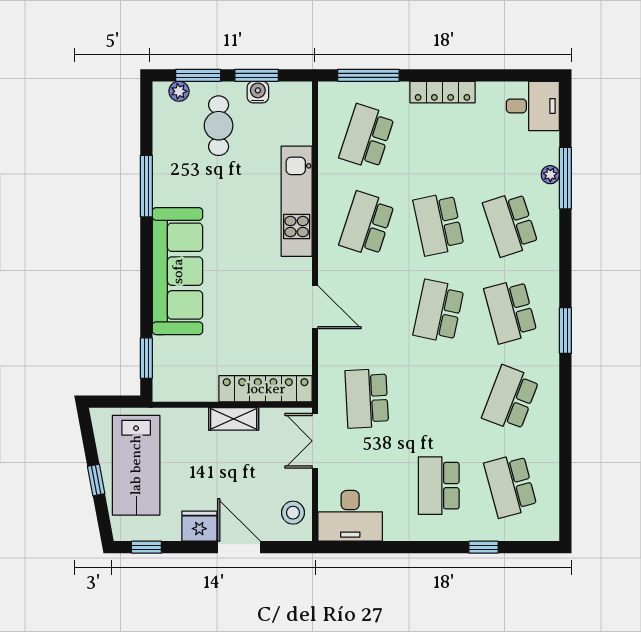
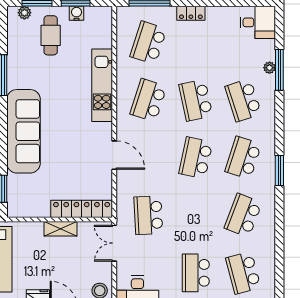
locker: (442, 92) -> (191, 13), width x0.66
school desk: (511, 311) -> (243, 158), turned 33

